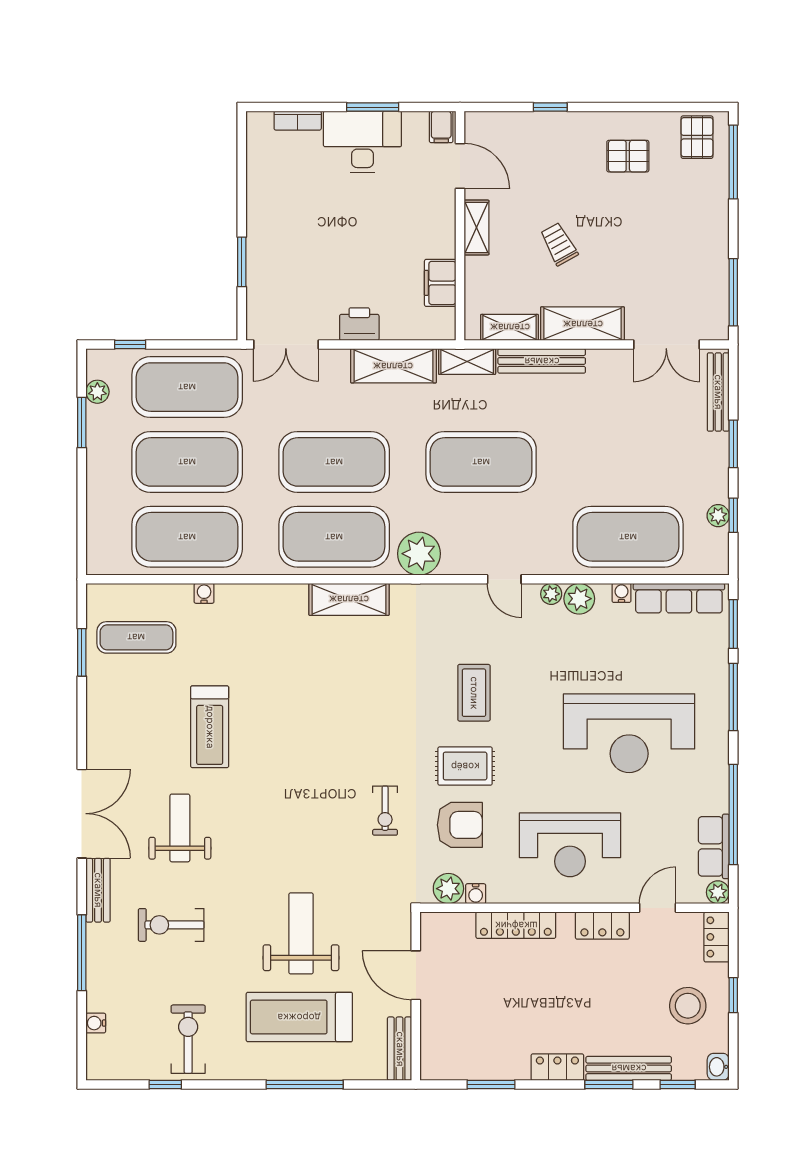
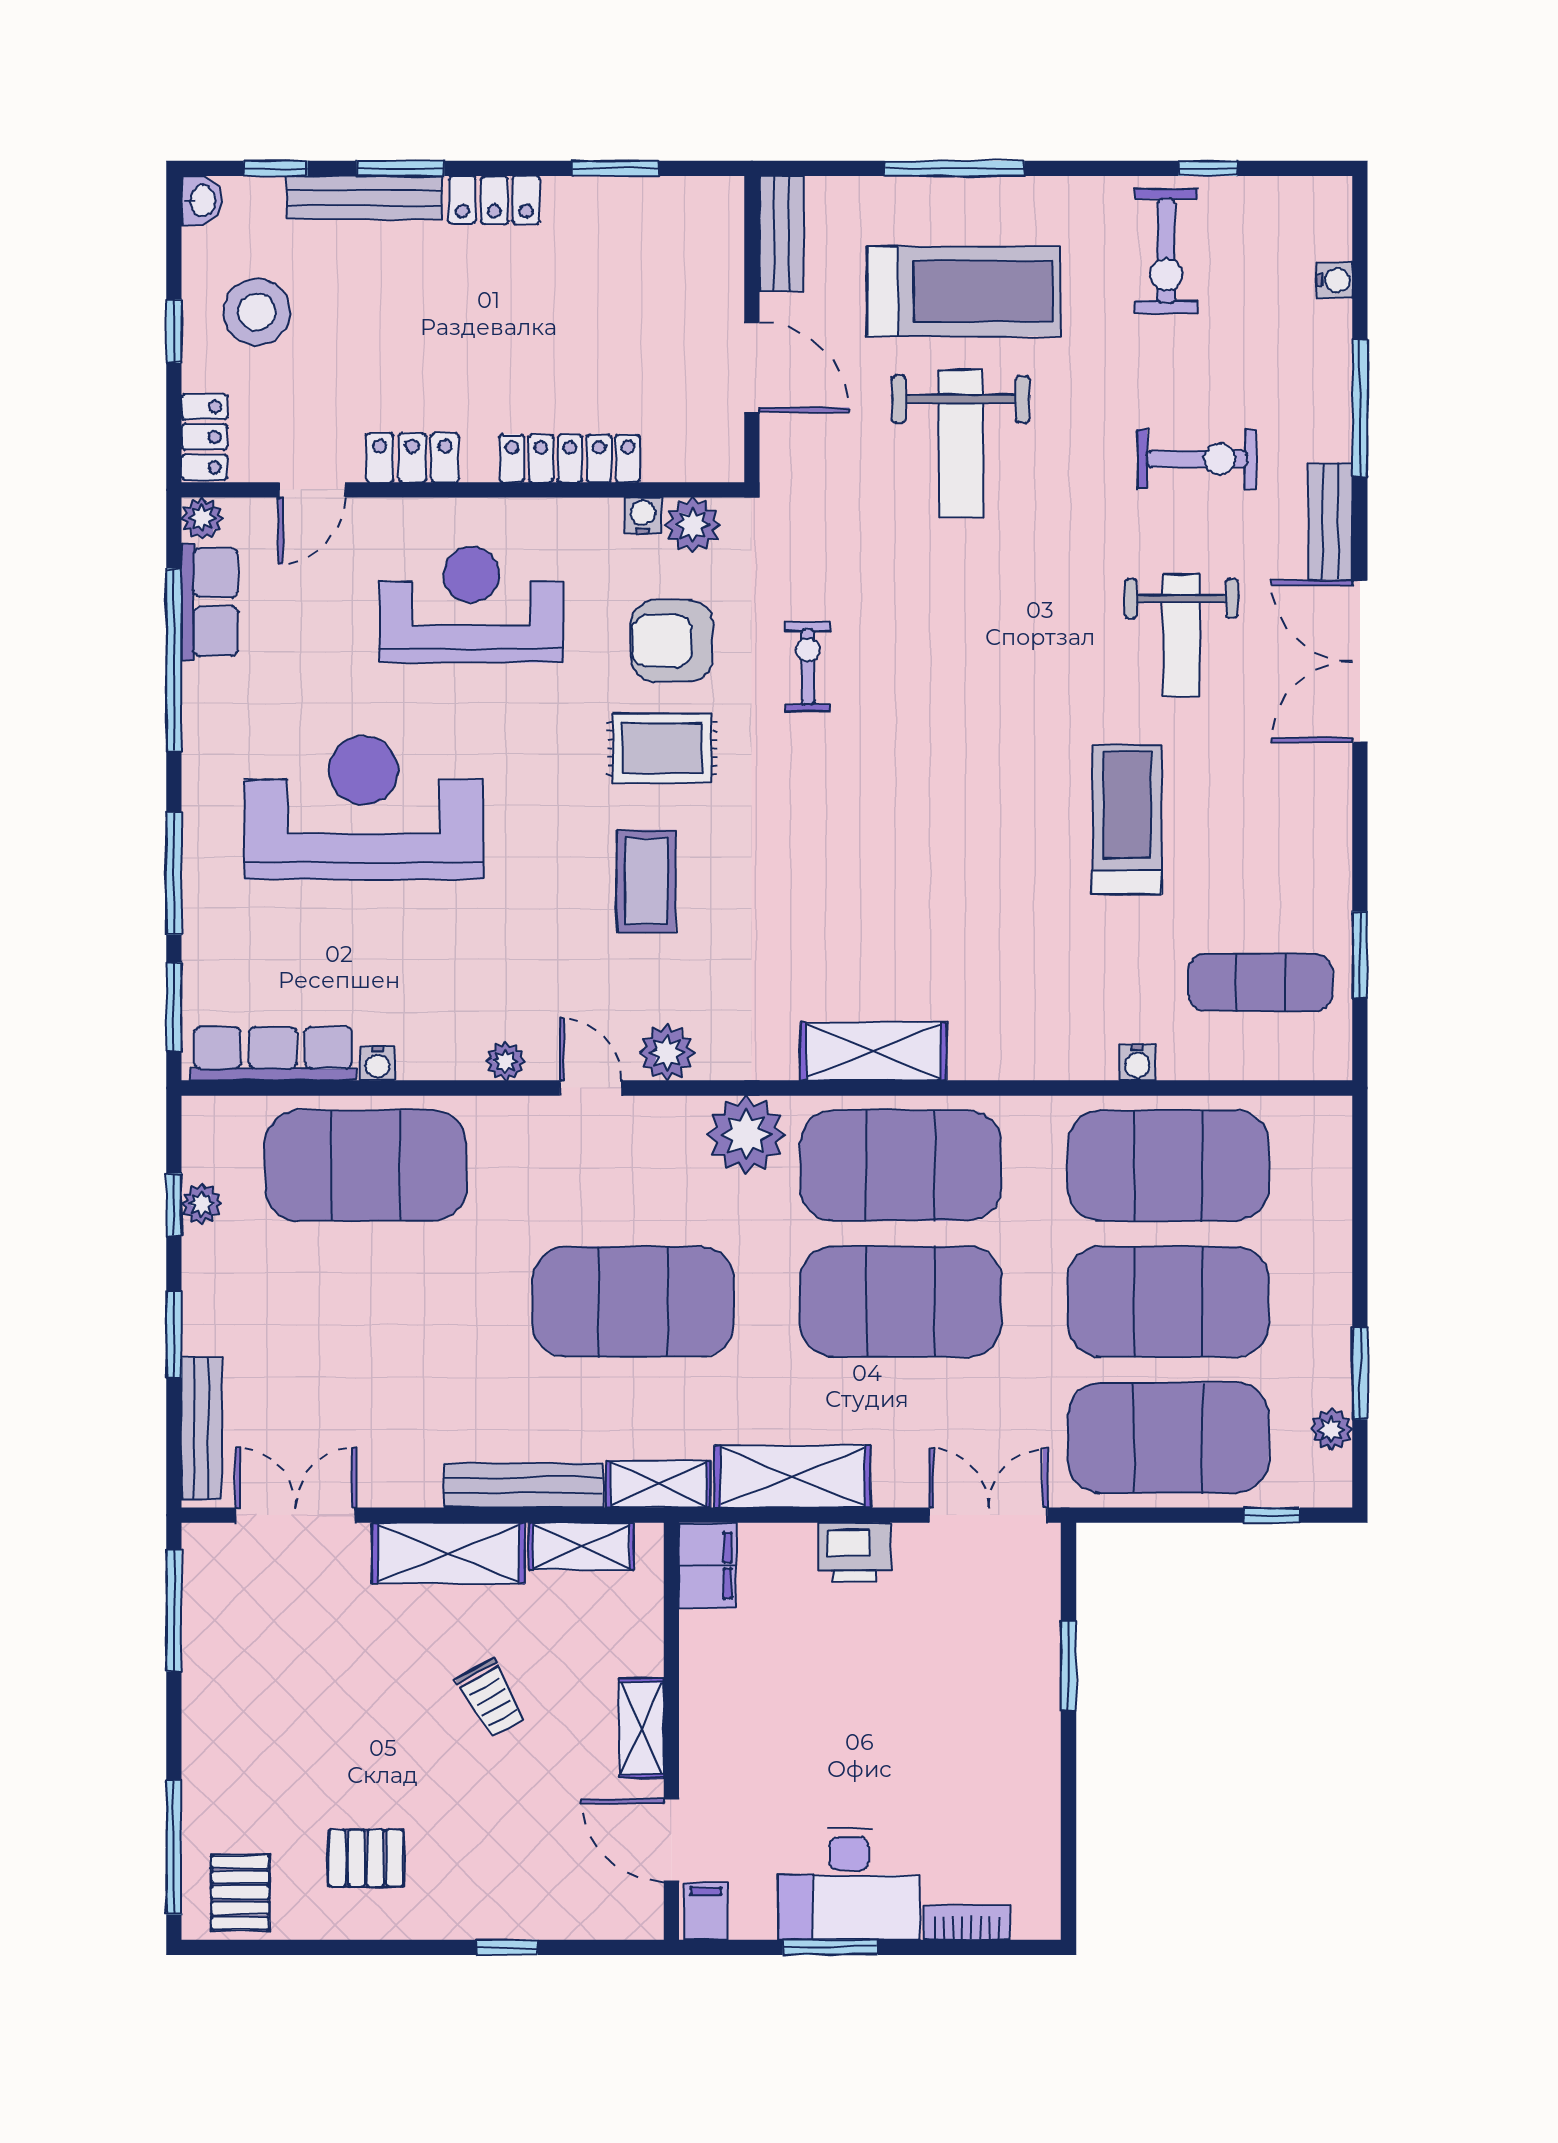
filing cabinet: (440, 283) -> (708, 1566), moved
plant: (579, 599) -> (667, 1053), moved

